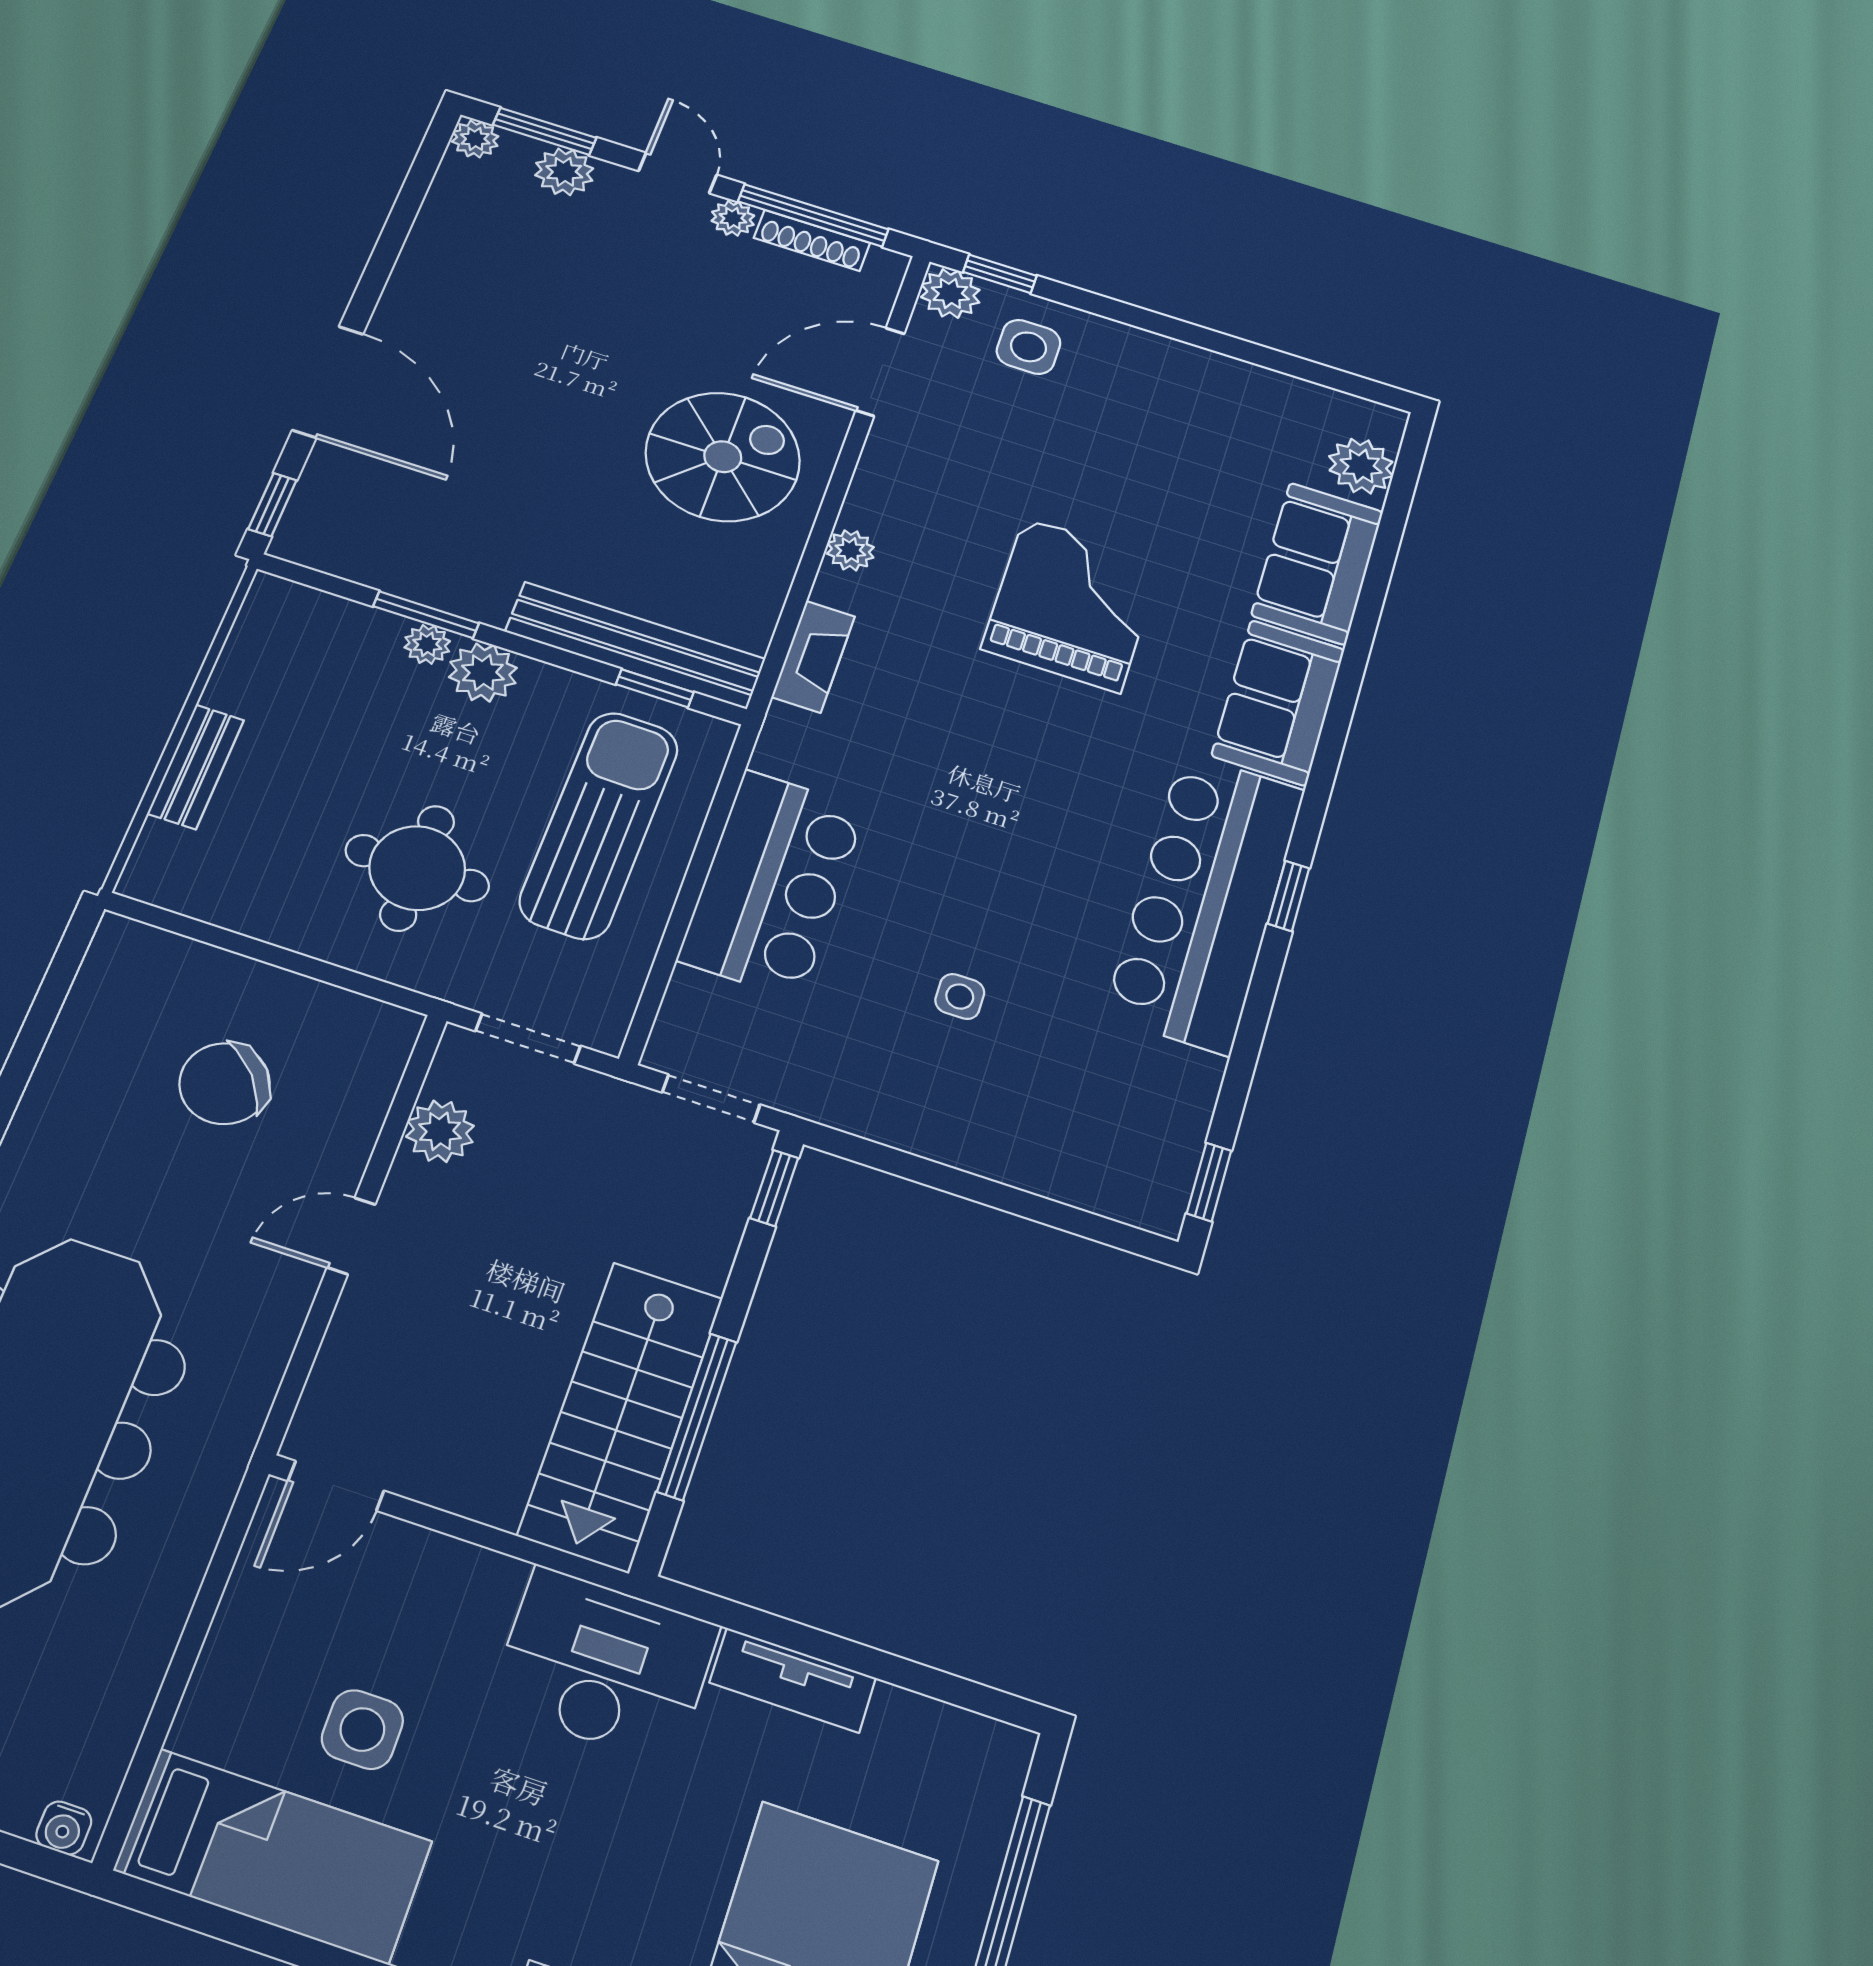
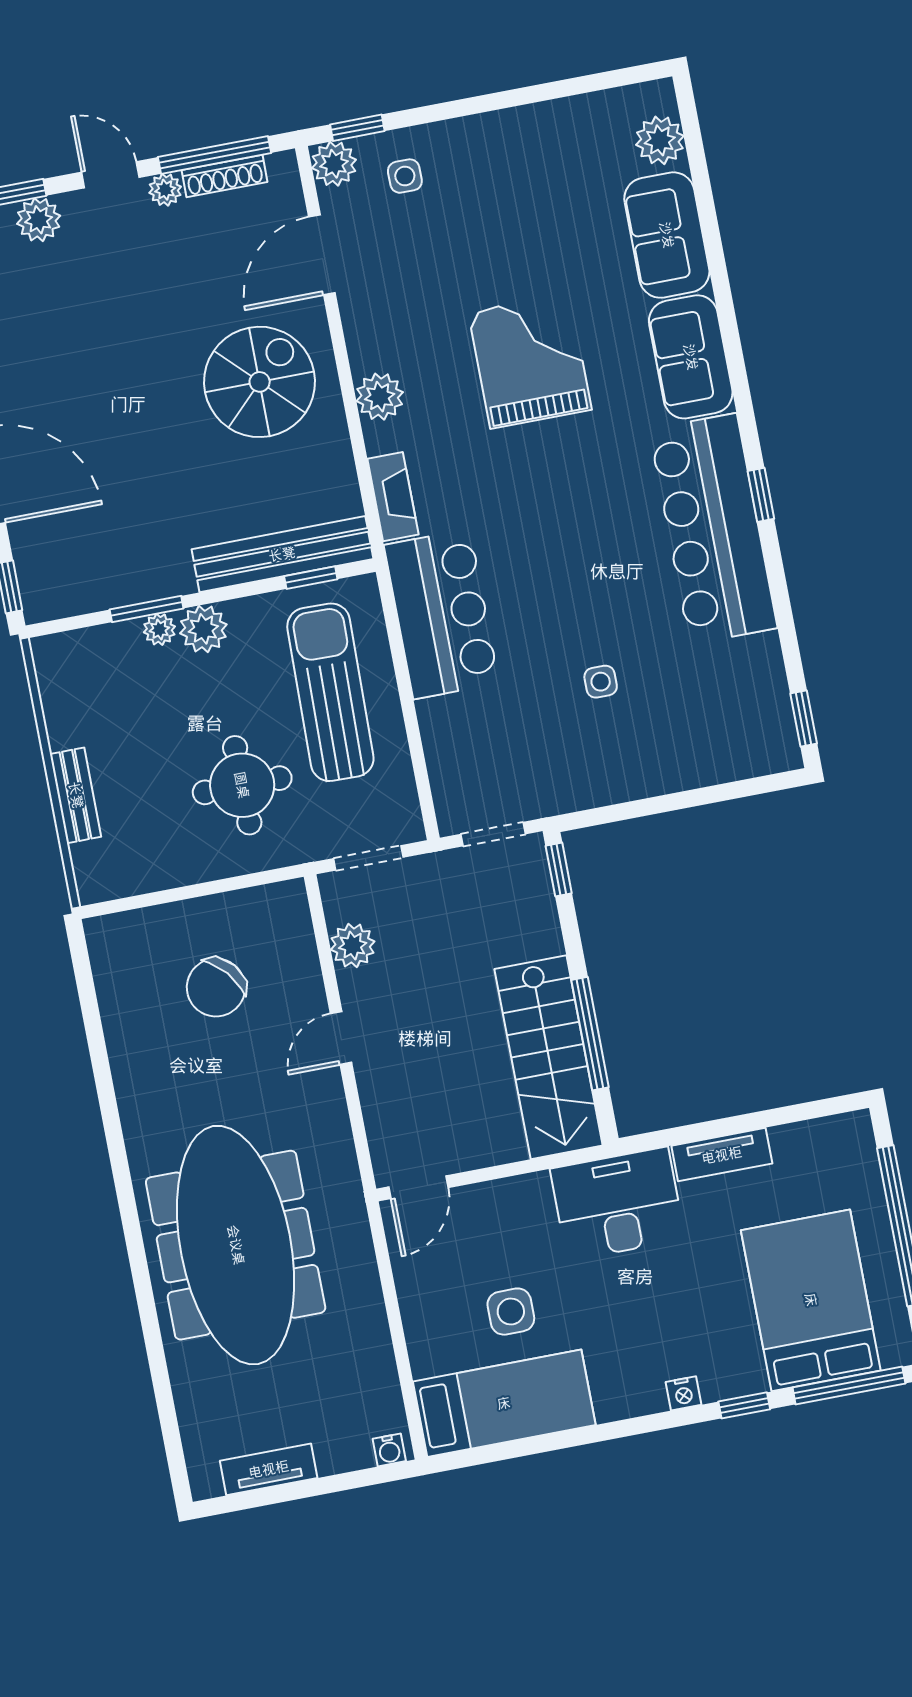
side table: (1029, 347) -> (405, 176), width x0.73, depth x0.73
plant: (850, 550) -> (380, 397), width x1.38, depth x1.38
bar counter: (772, 884) -> (442, 614), moved

